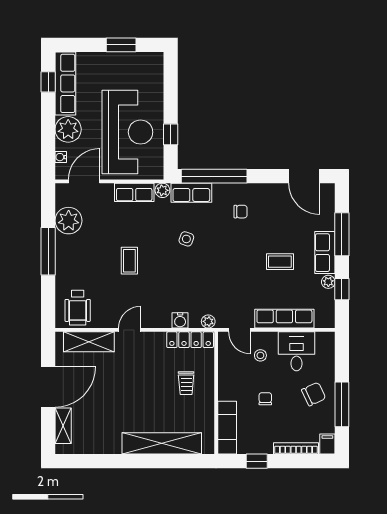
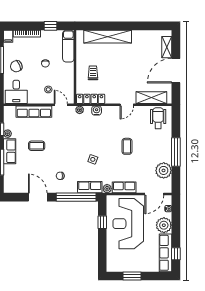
door: (304, 176) -> (38, 197), moved
desk: (297, 351) -> (16, 92), moved

